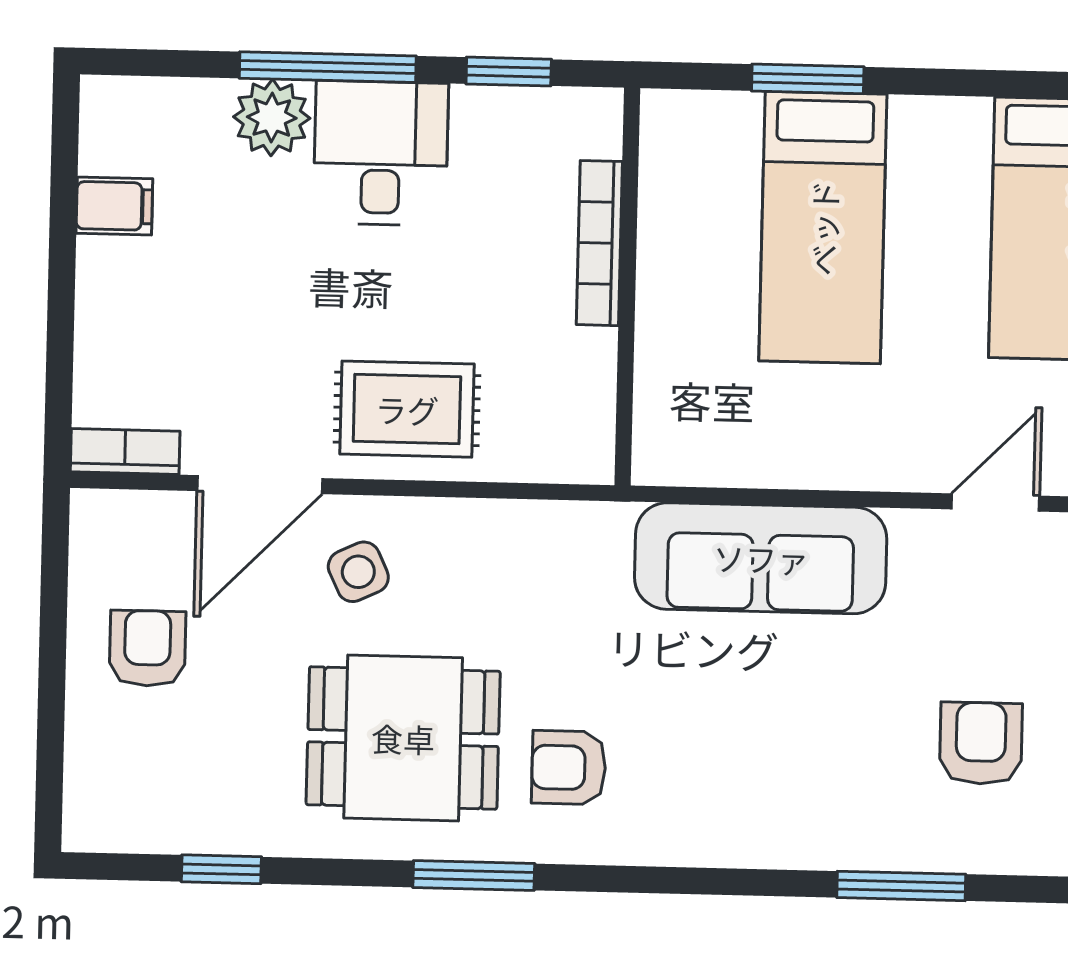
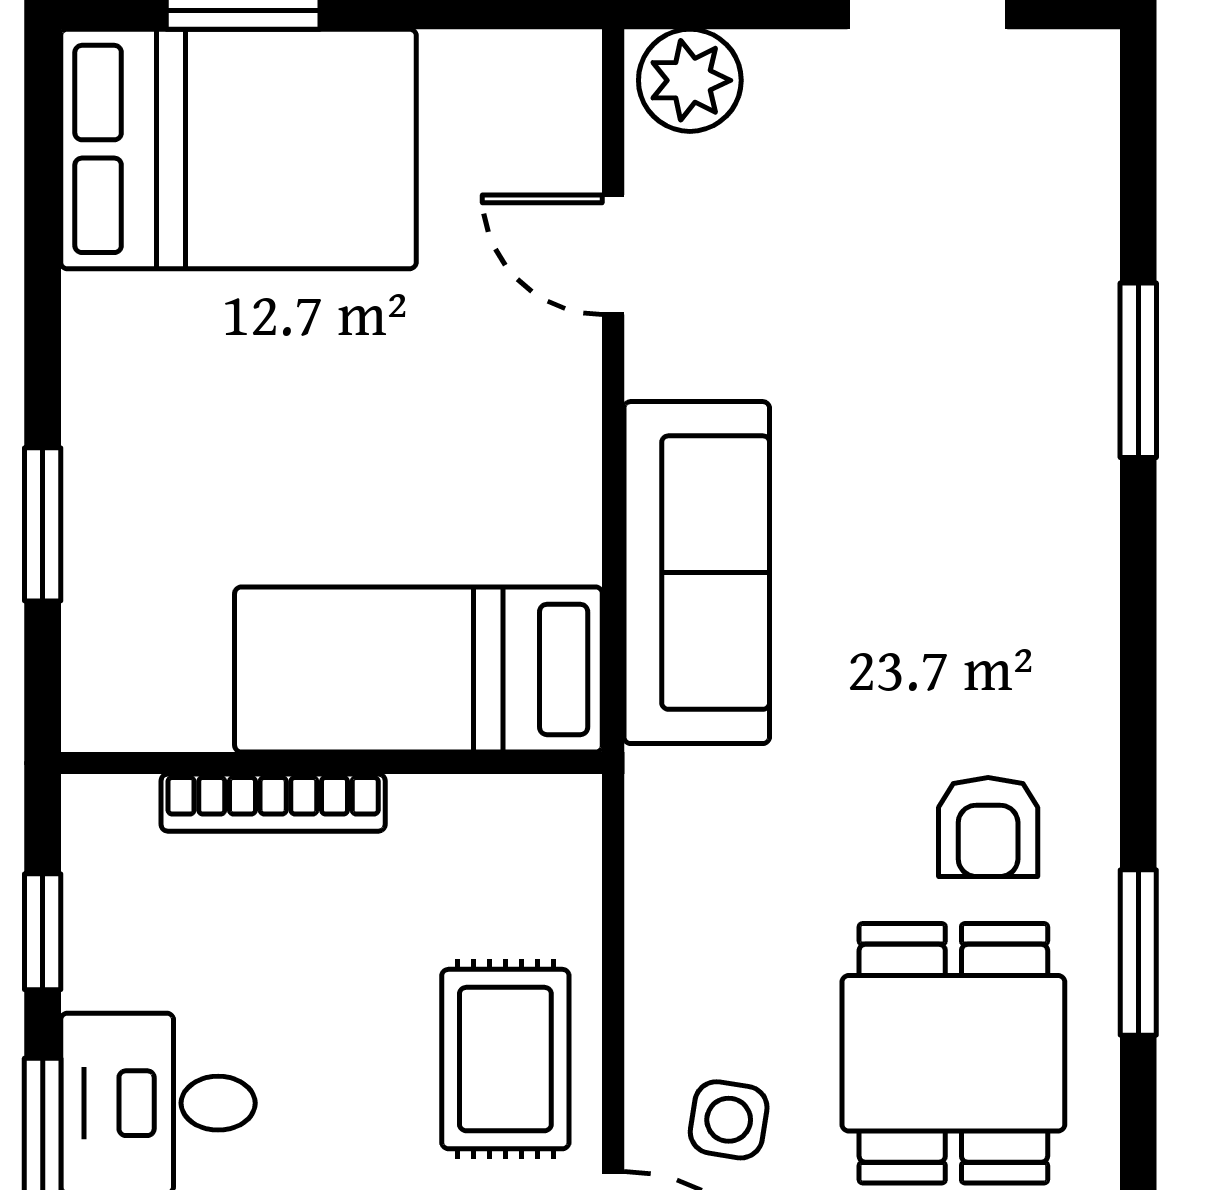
bed: (823, 228) -> (418, 669), moved, turned 180
side table: (358, 572) -> (729, 1120), turned 34
armchair: (981, 743) -> (941, 267), removed

